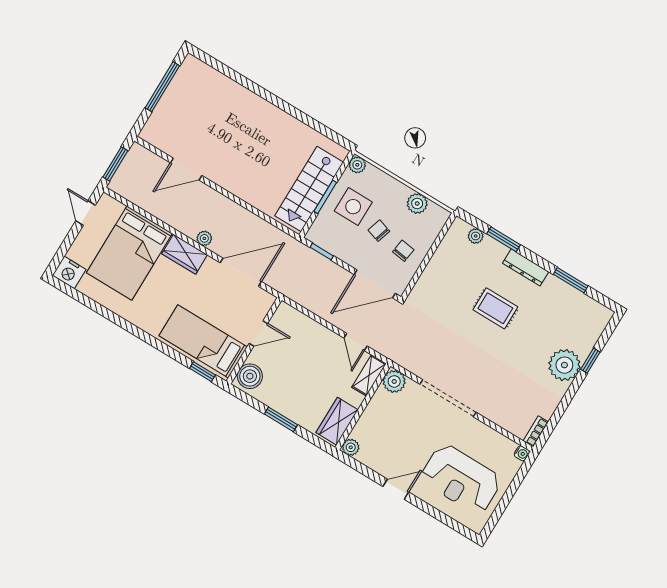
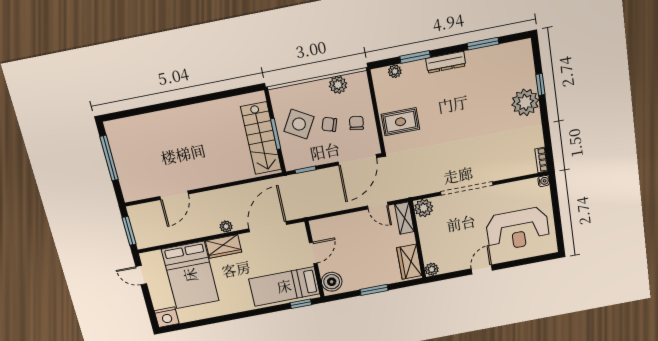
plant: (357, 165) -> (277, 95), removed
side table: (353, 207) -> (299, 124), turned 30
rug: (495, 308) -> (400, 122), moved

